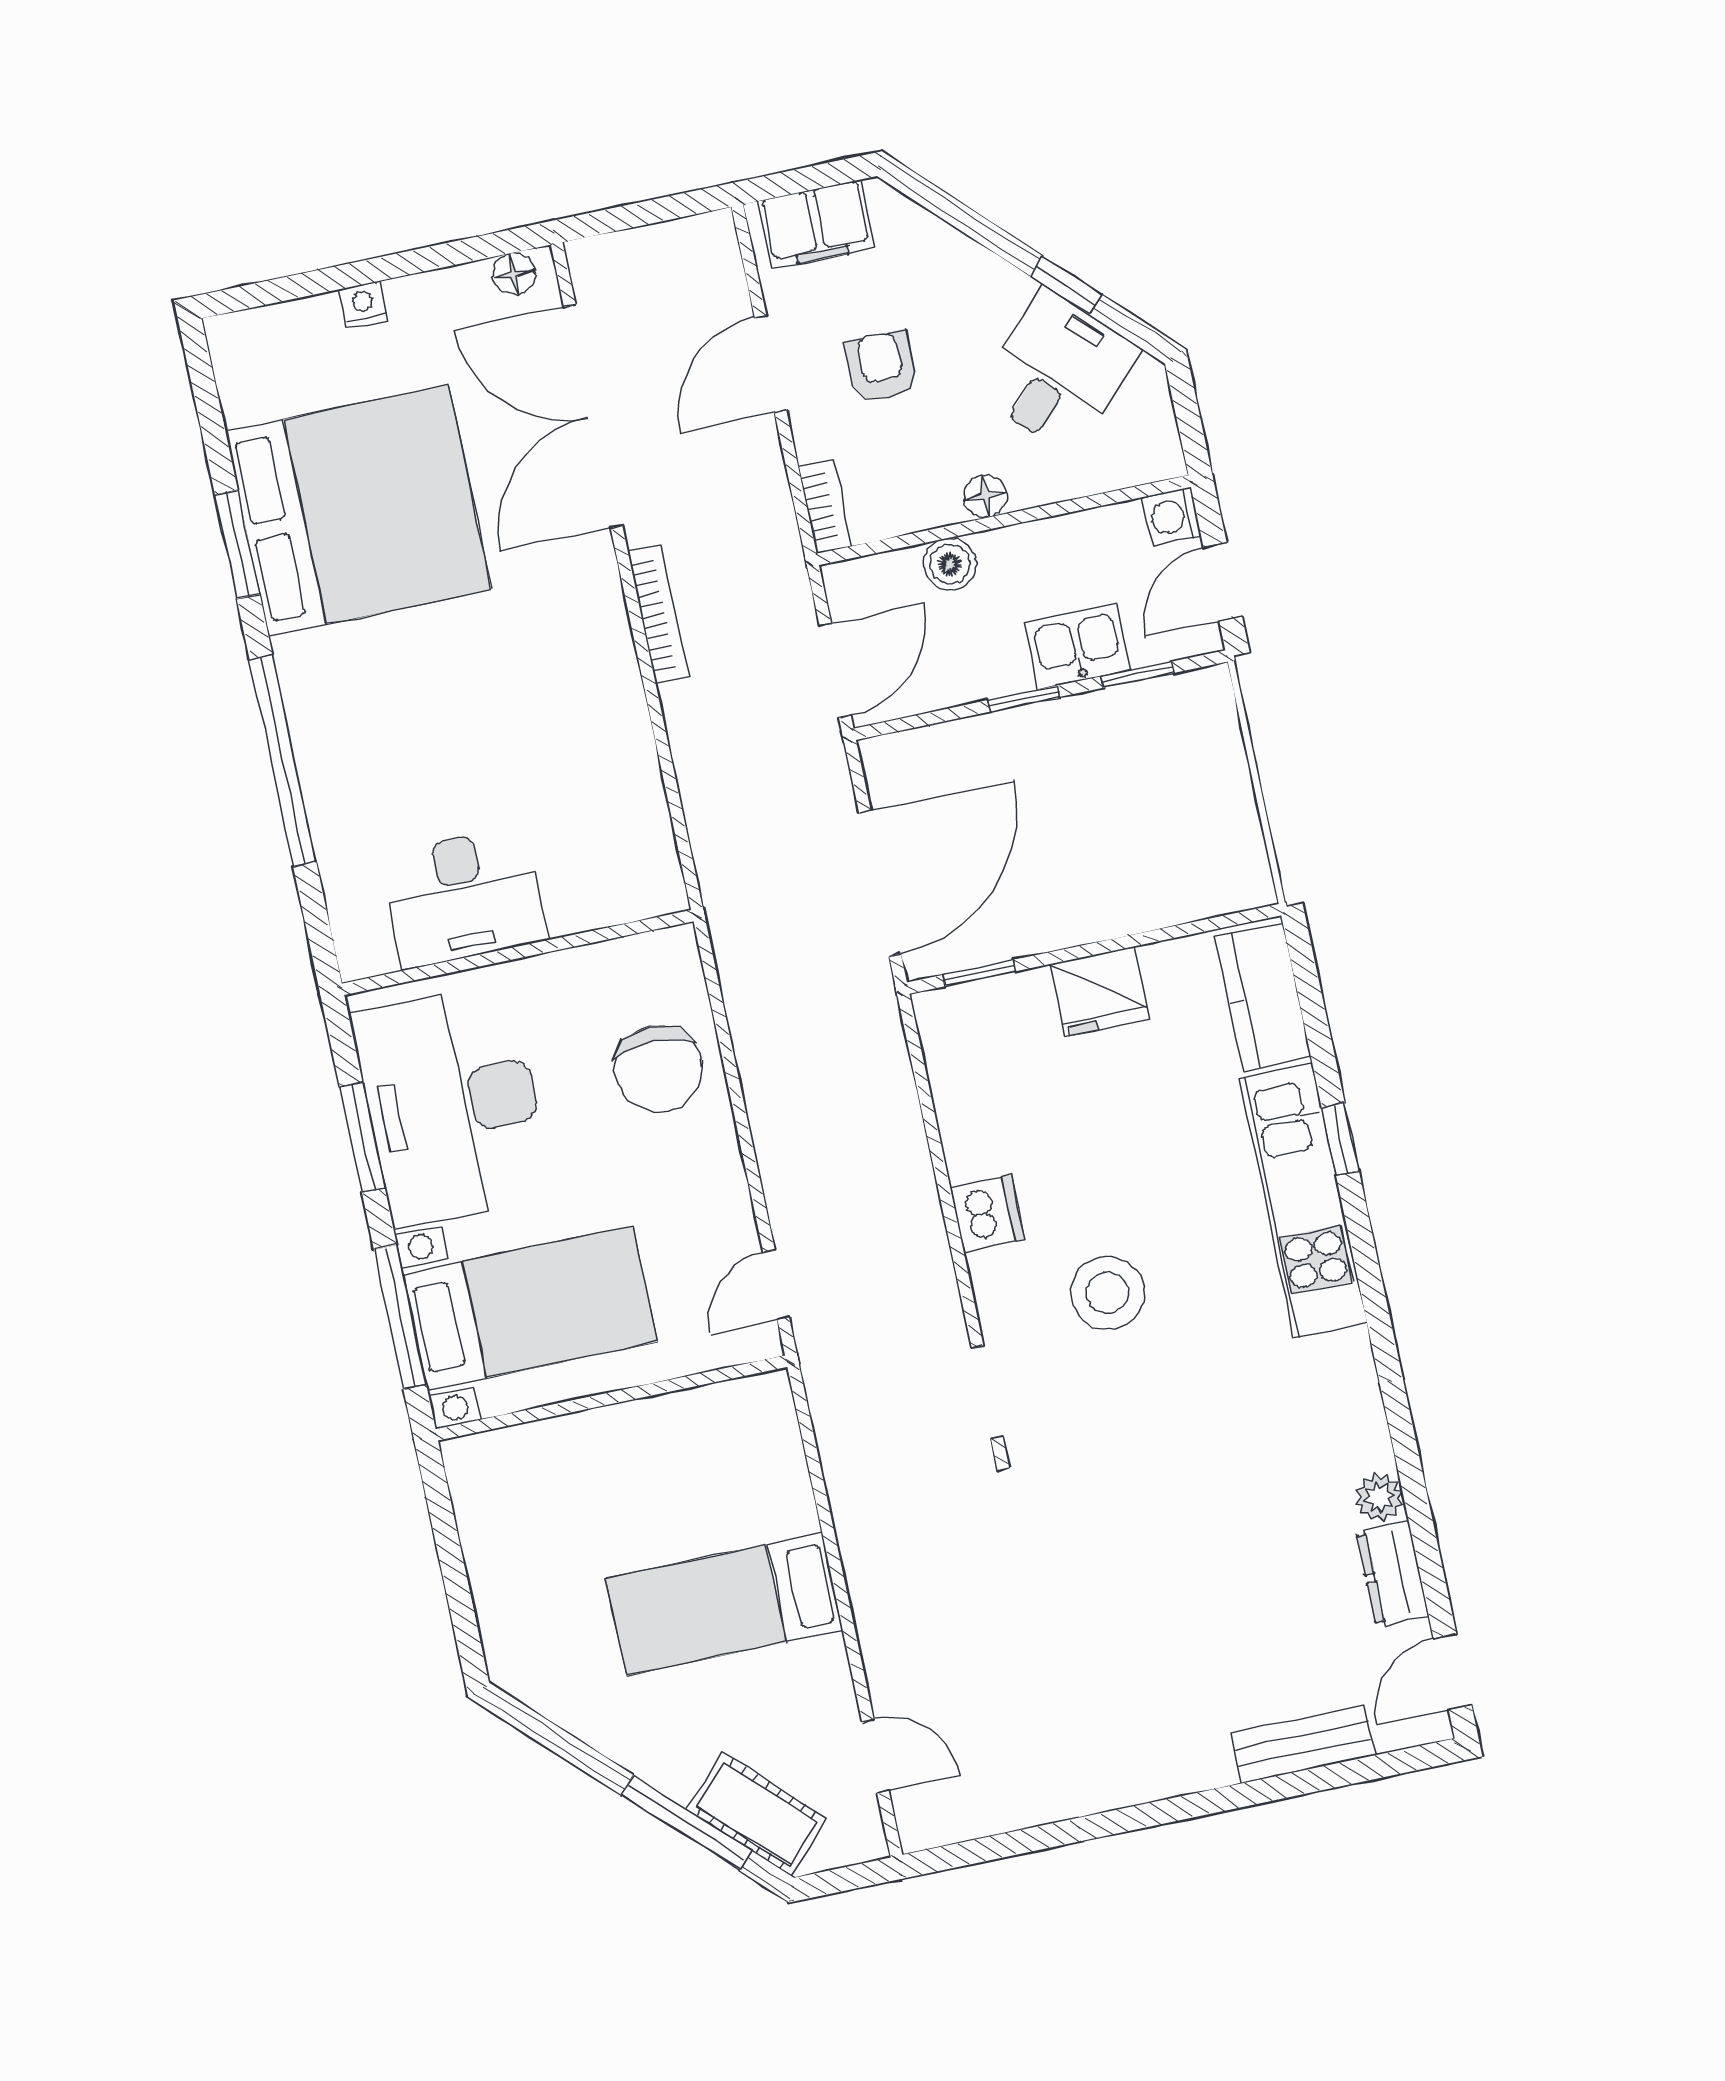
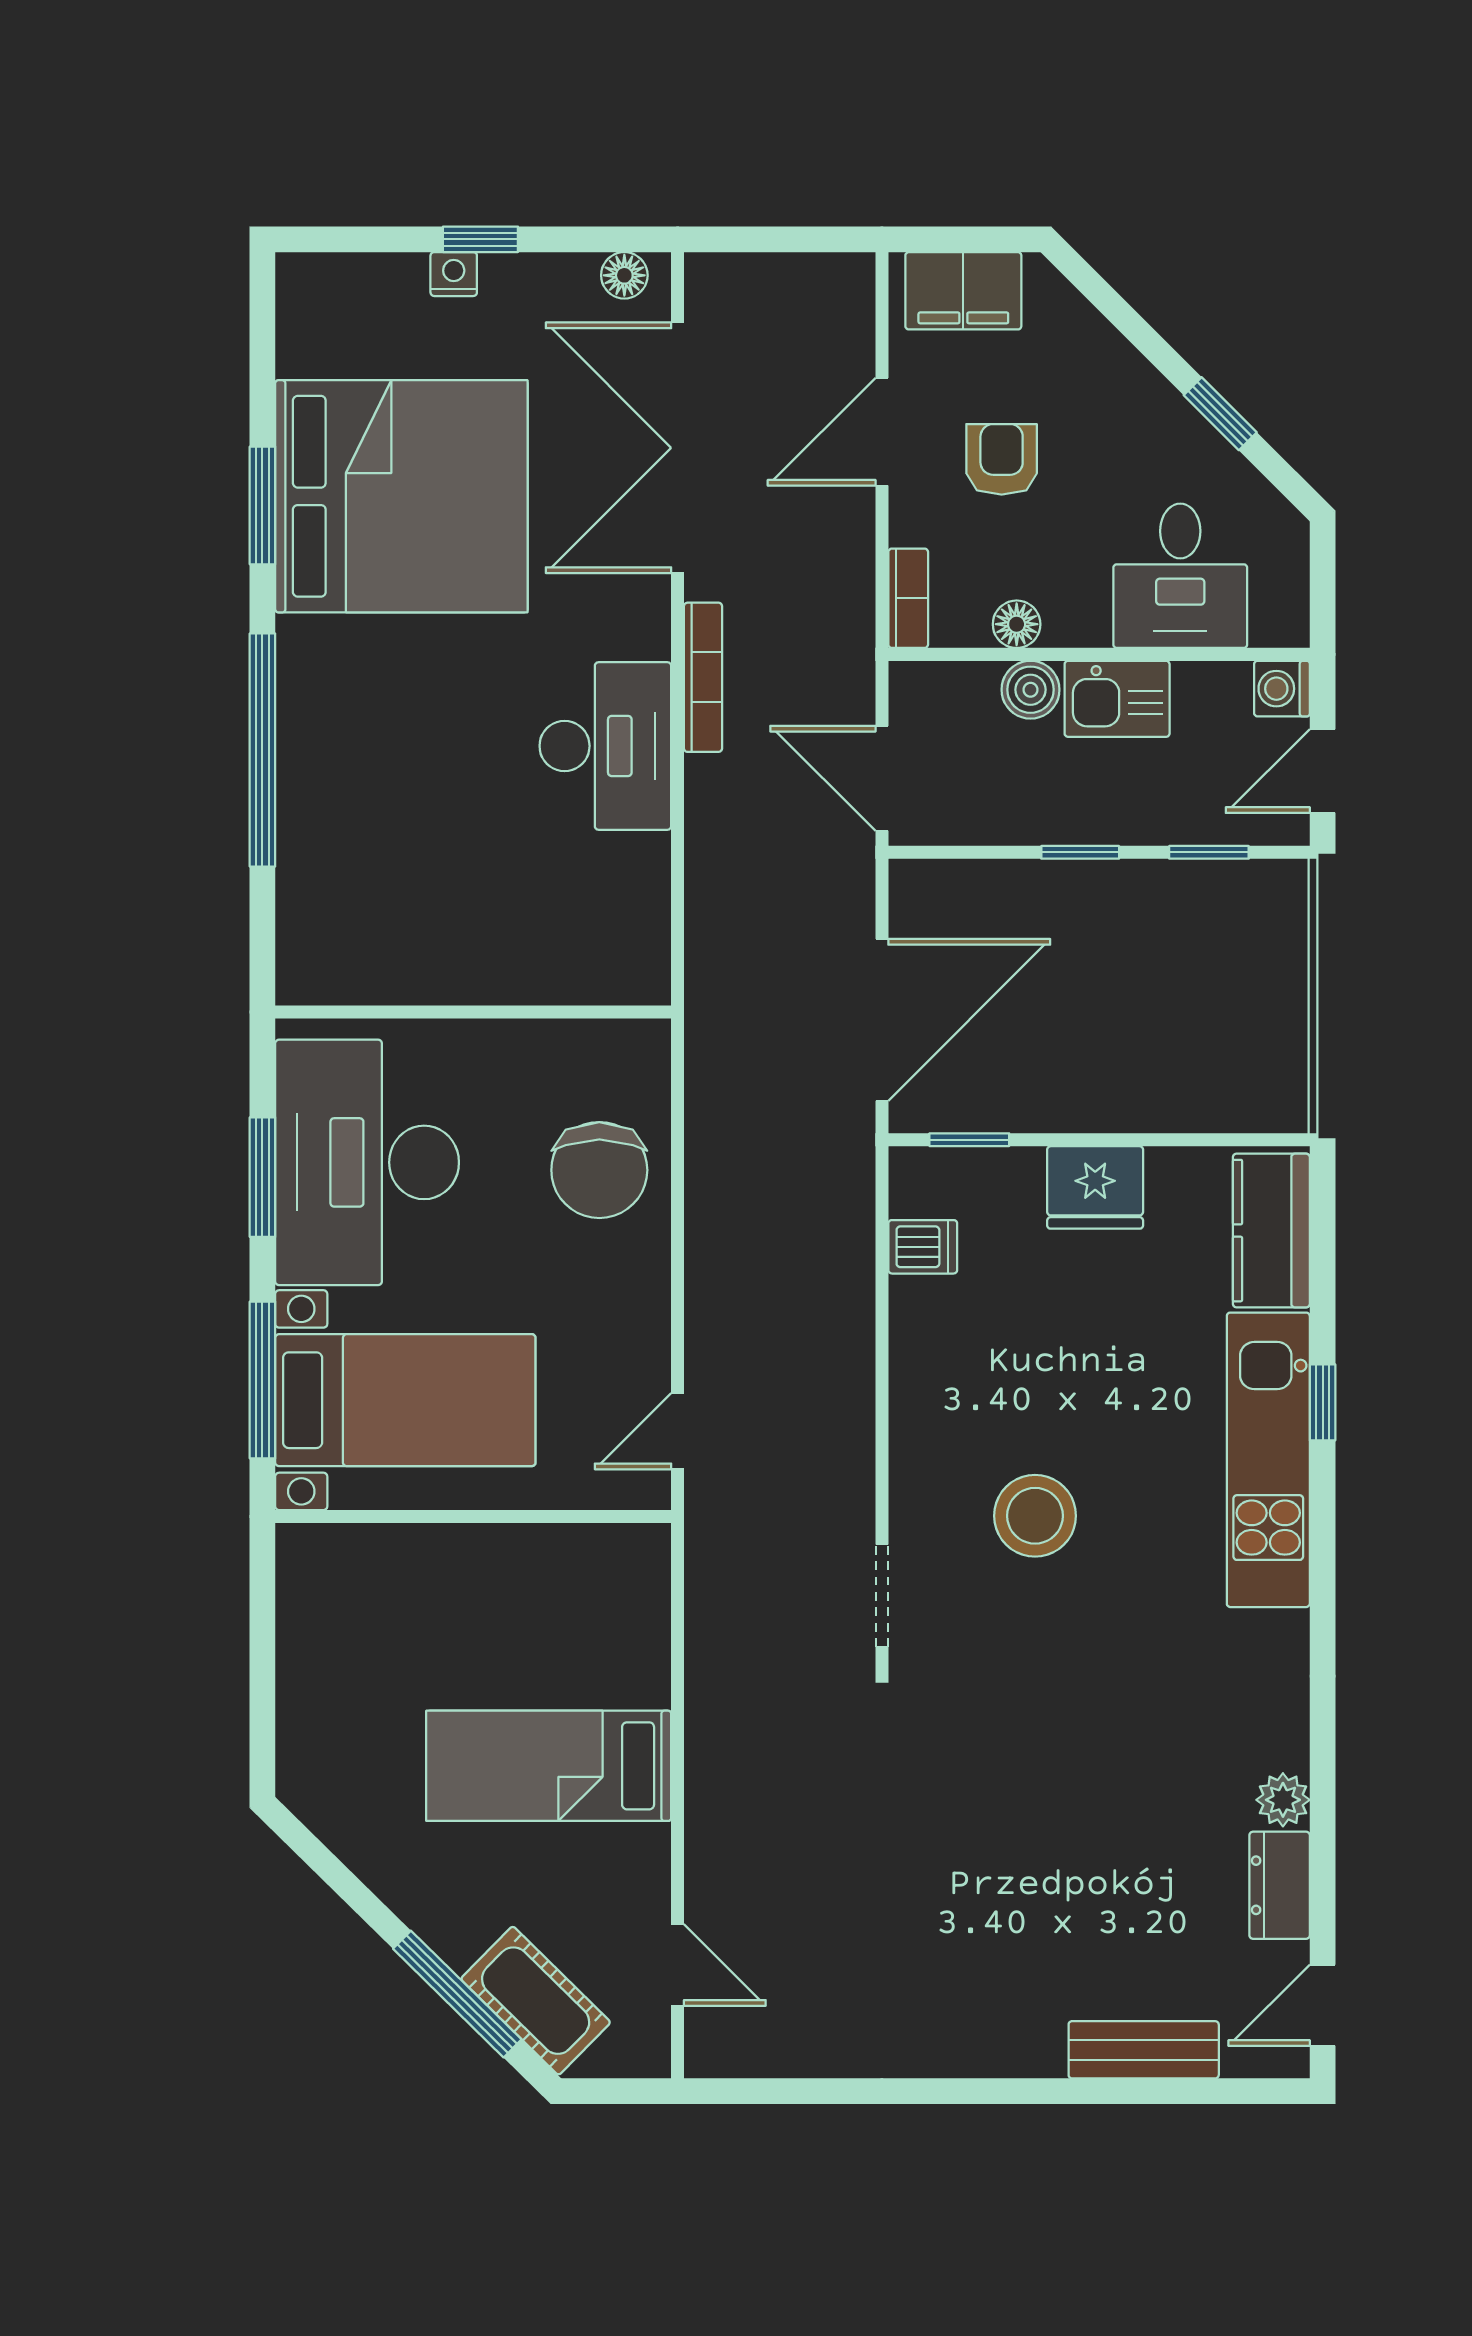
window: (380, 269) -> (480, 239), added
desk: (1058, 371) -> (1180, 576), moved, turned 135
floor lamp: (985, 496) -> (1017, 624), moved
kitchen sink: (1077, 646) -> (1117, 699), moved, turned 180
door: (835, 670) -> (882, 778), swing flipped
desk: (463, 897) -> (605, 746), moved, turned -90
dishwasher: (987, 1214) -> (923, 1247), moved, width x0.73

